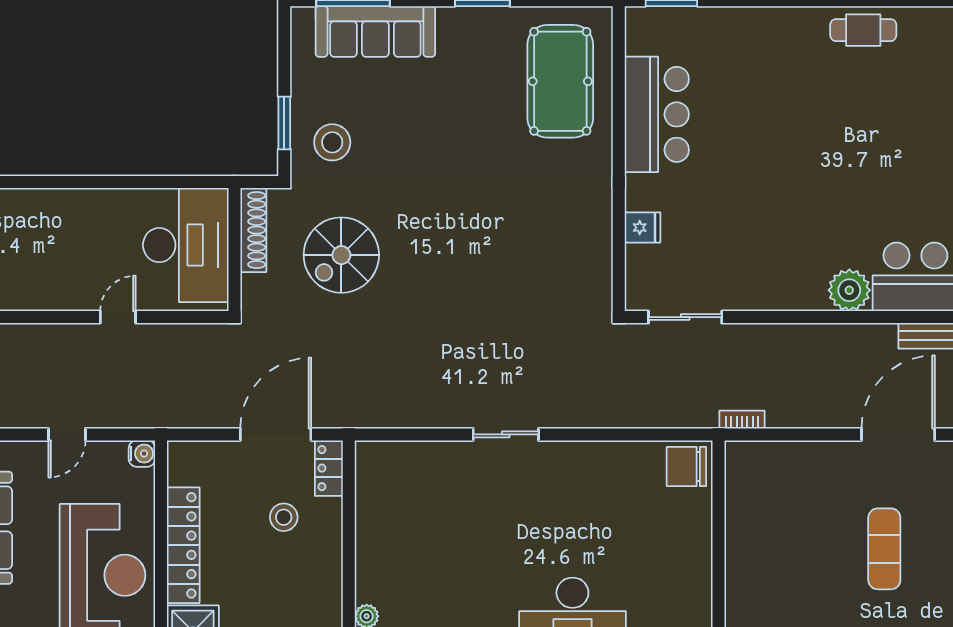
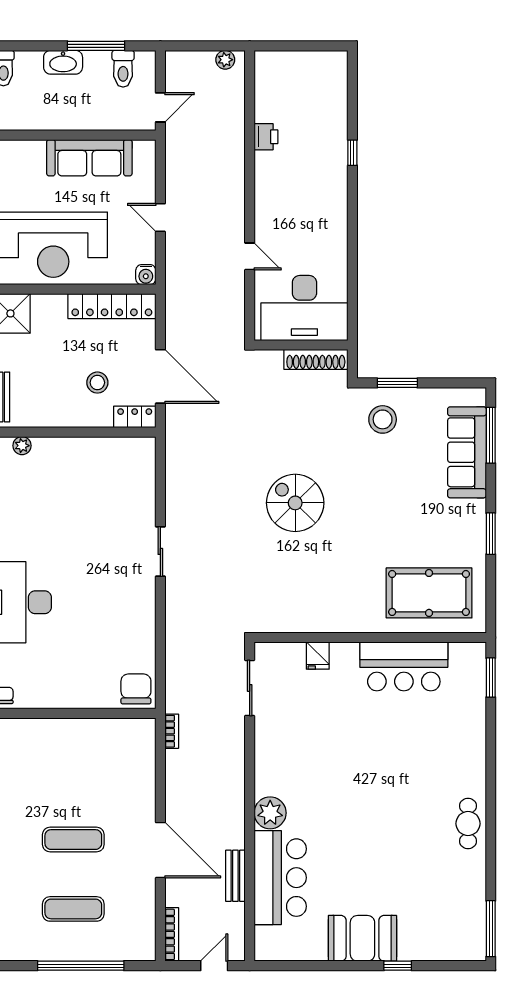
spiral stairs: (341, 255) -> (295, 503), moved
locker: (183, 545) -> (112, 306), moved

